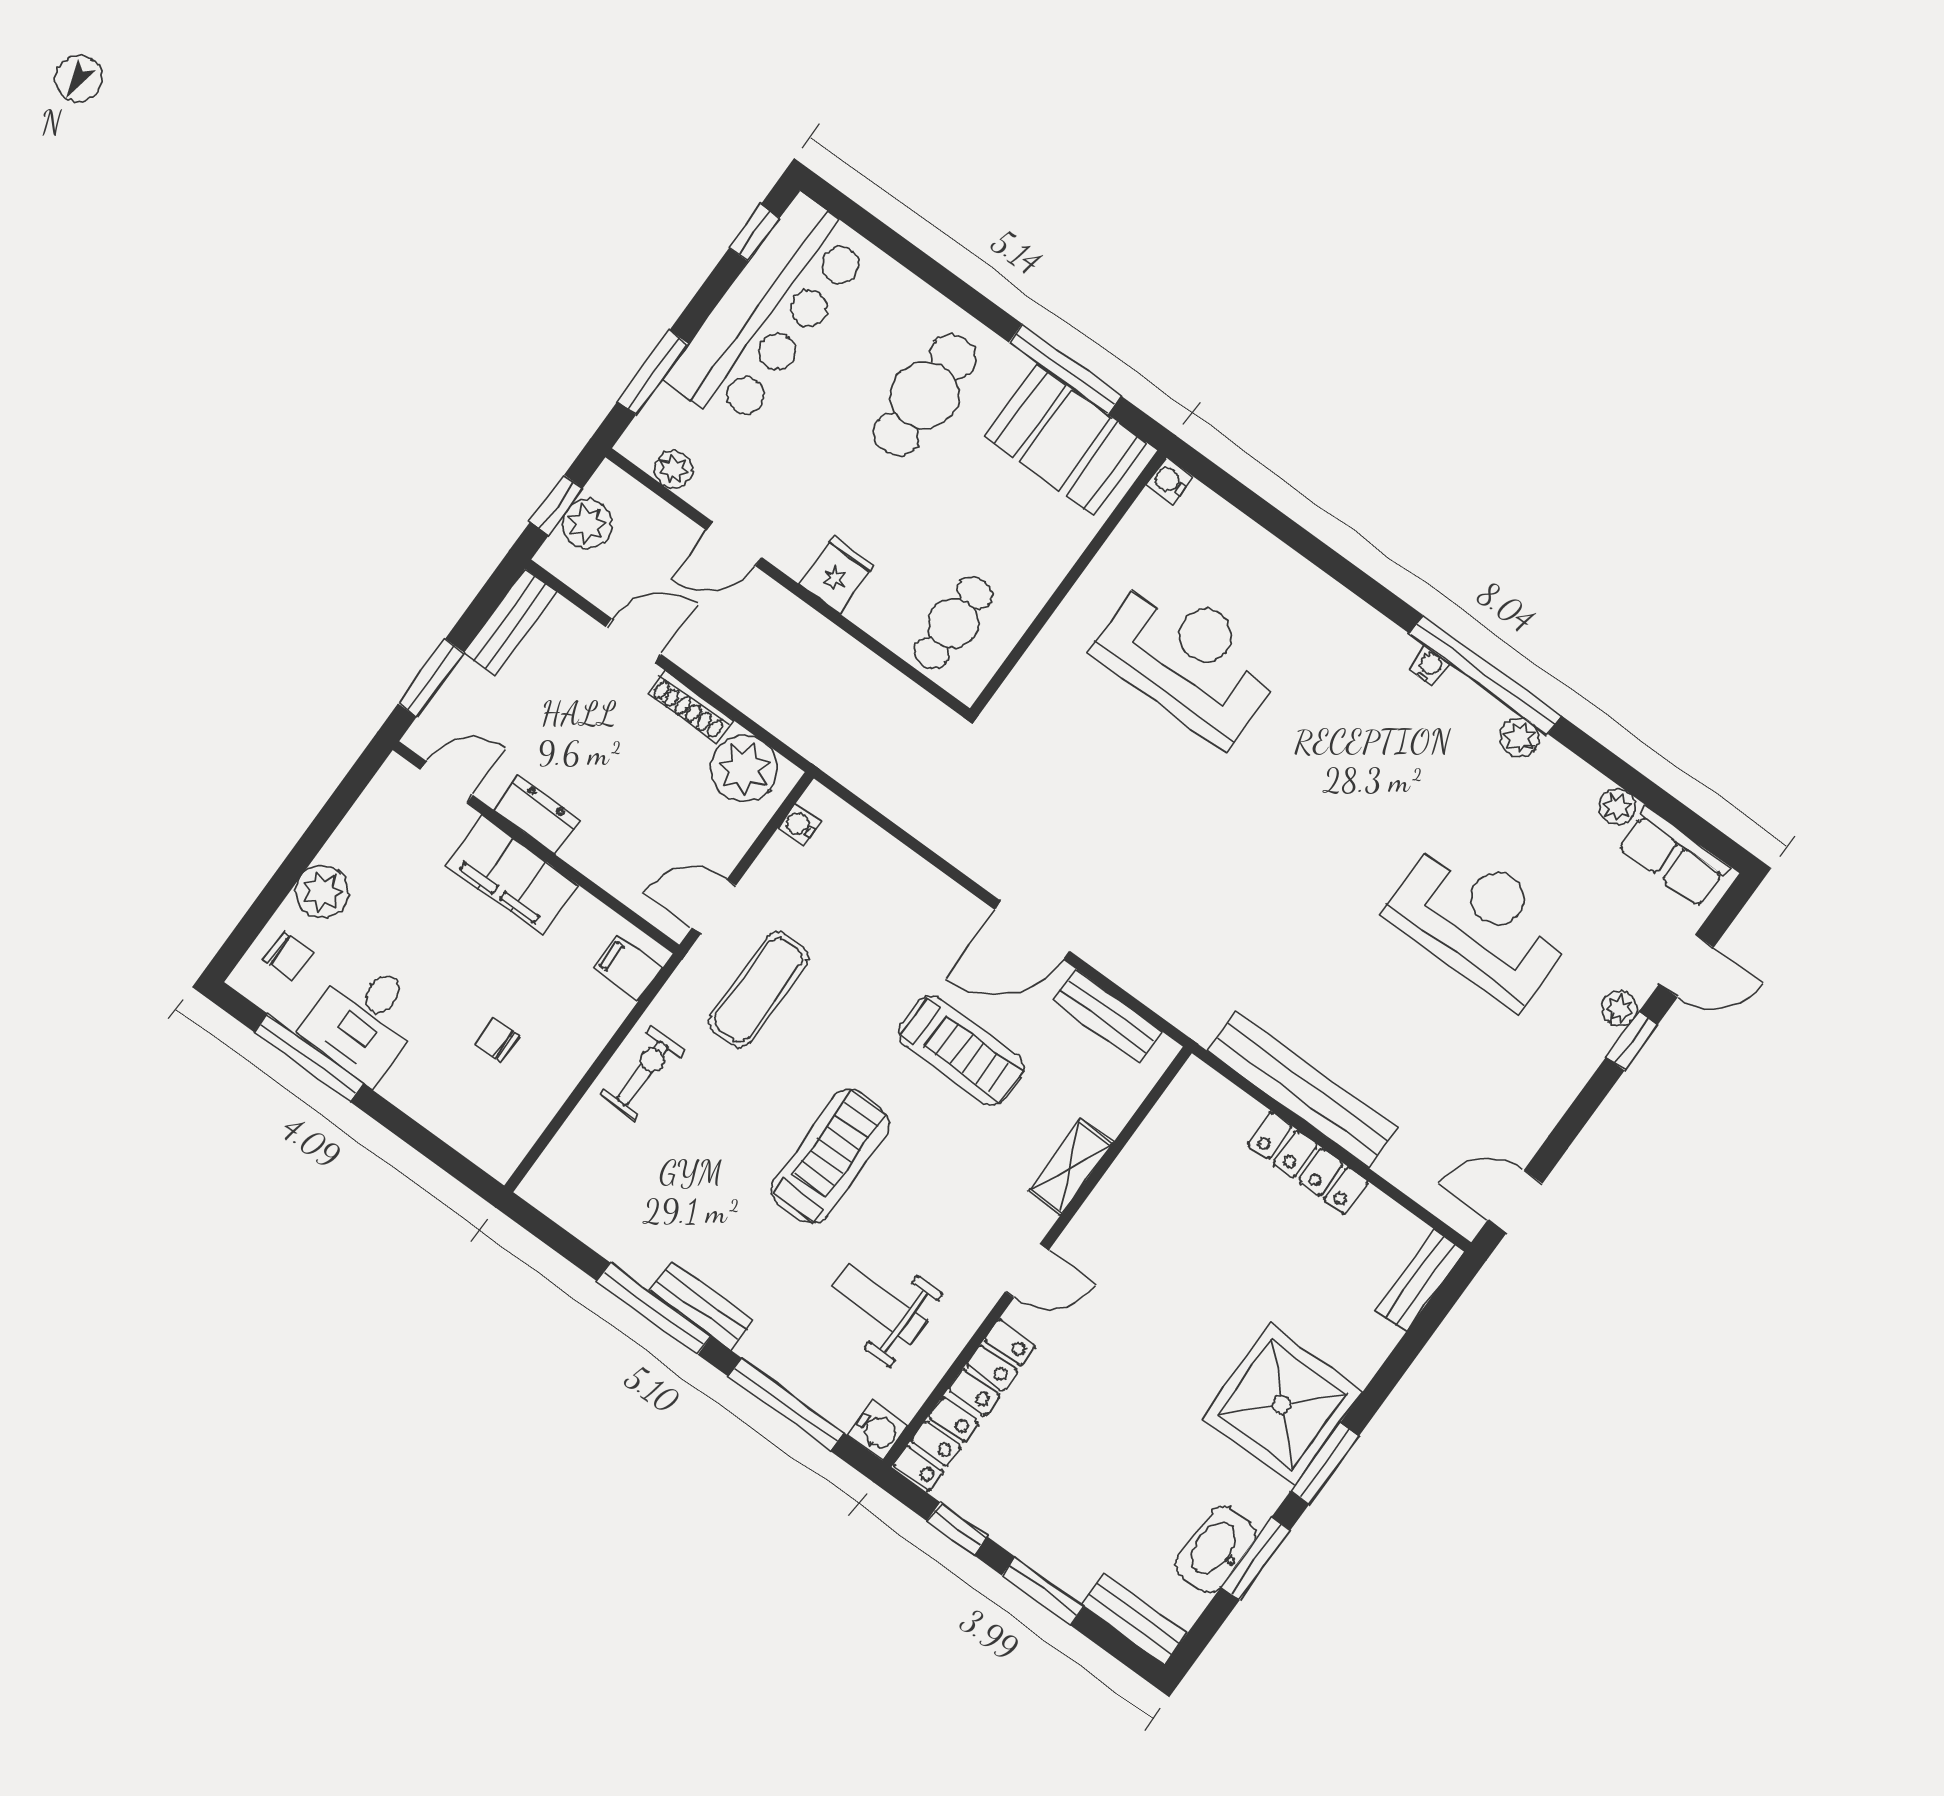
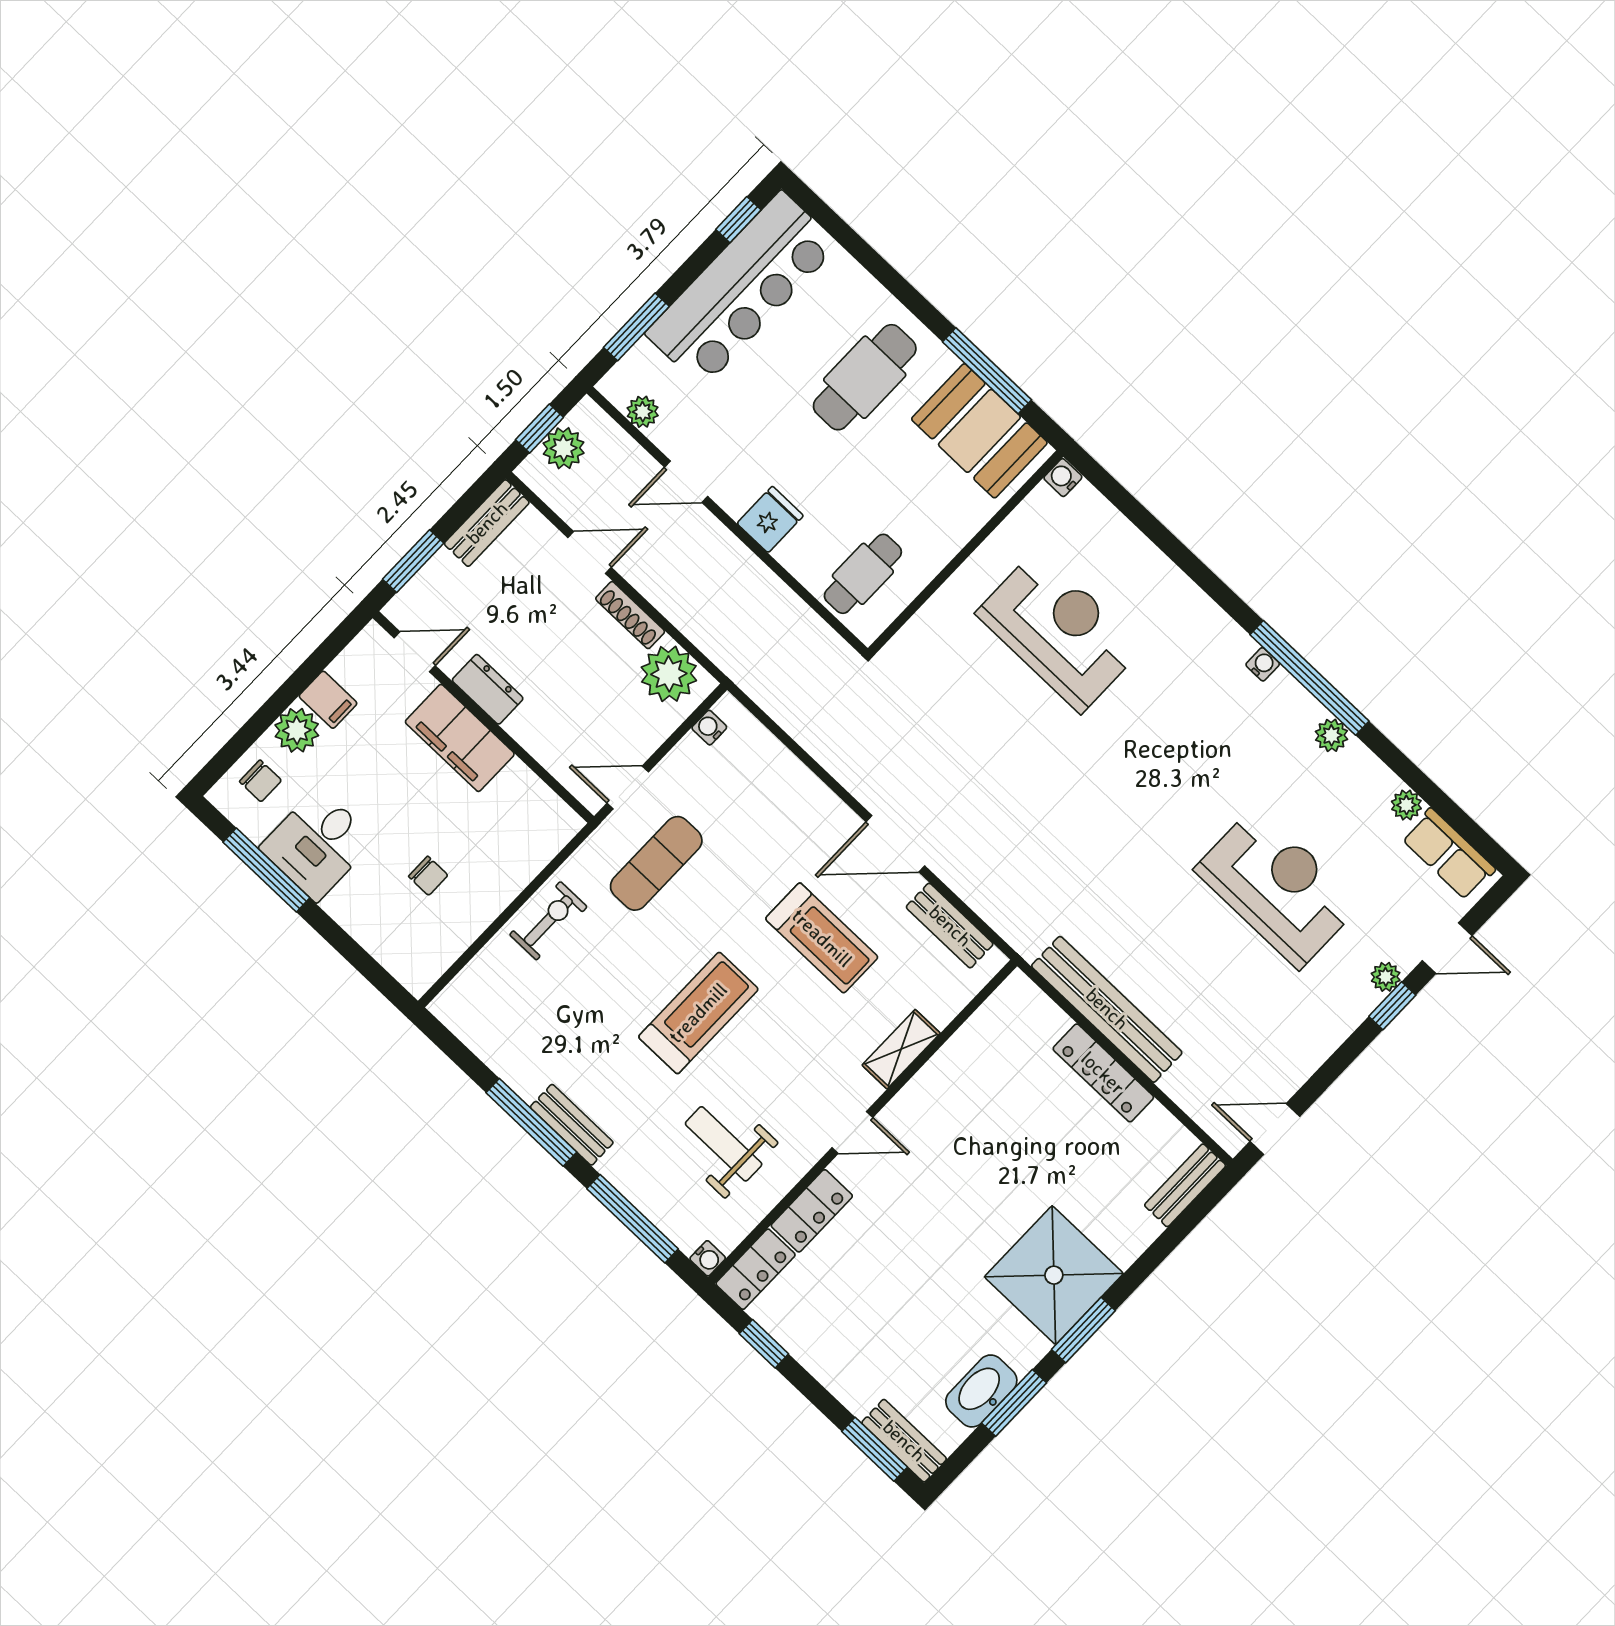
filing cabinet: (628, 968) -> (328, 700), moved, turned 180
chair: (497, 1039) -> (428, 876), turned 180
water cooler: (878, 1430) -> (708, 1258), width x0.72, depth x0.72
window: (1043, 1591) -> (875, 1449), moved

